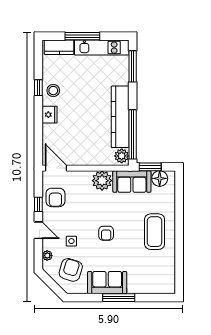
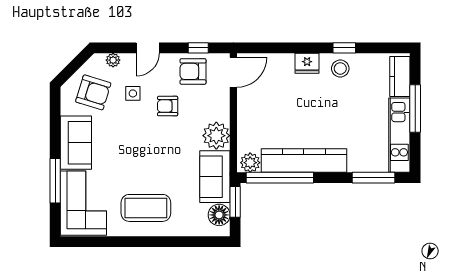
window: (38, 204) -> (198, 48), moved
armchair: (106, 233) -> (168, 106), moved
corner sofa: (151, 277) -> (83, 203), added
window: (119, 298) -> (55, 181), moved

